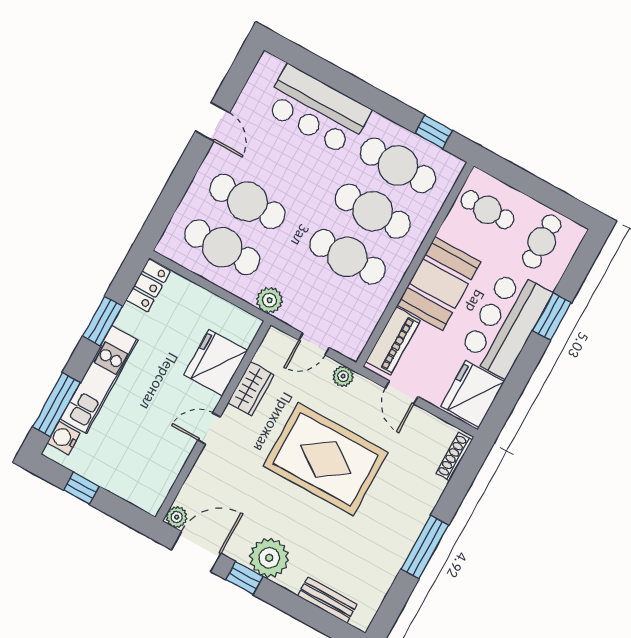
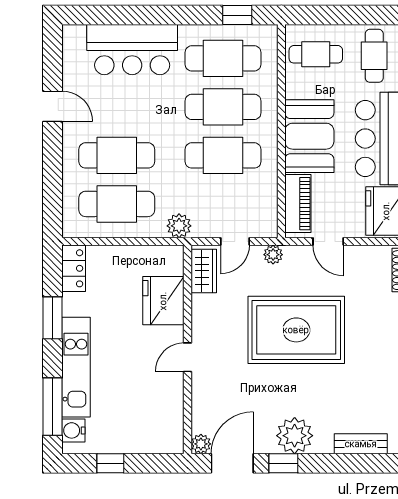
wardrobe: (251, 389) -> (204, 271), moved

